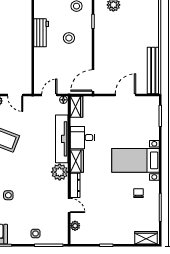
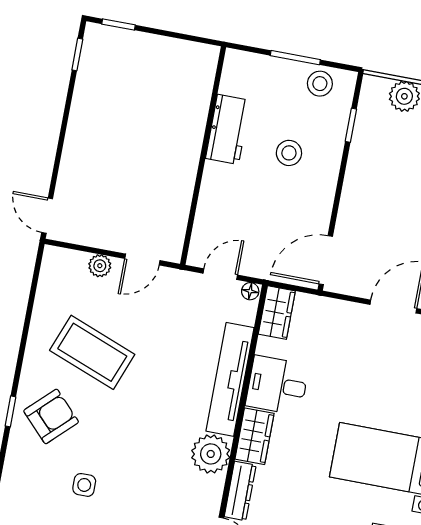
door: (15, 95) -> (142, 260), hinge flipped

